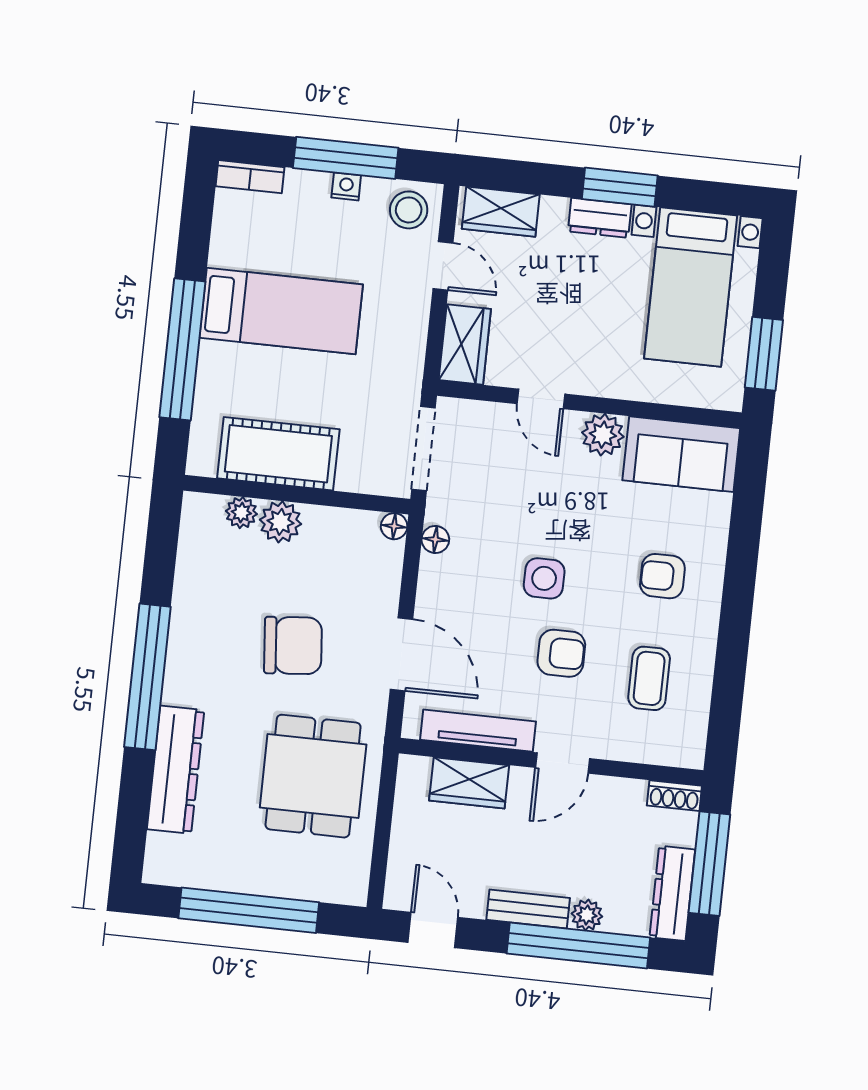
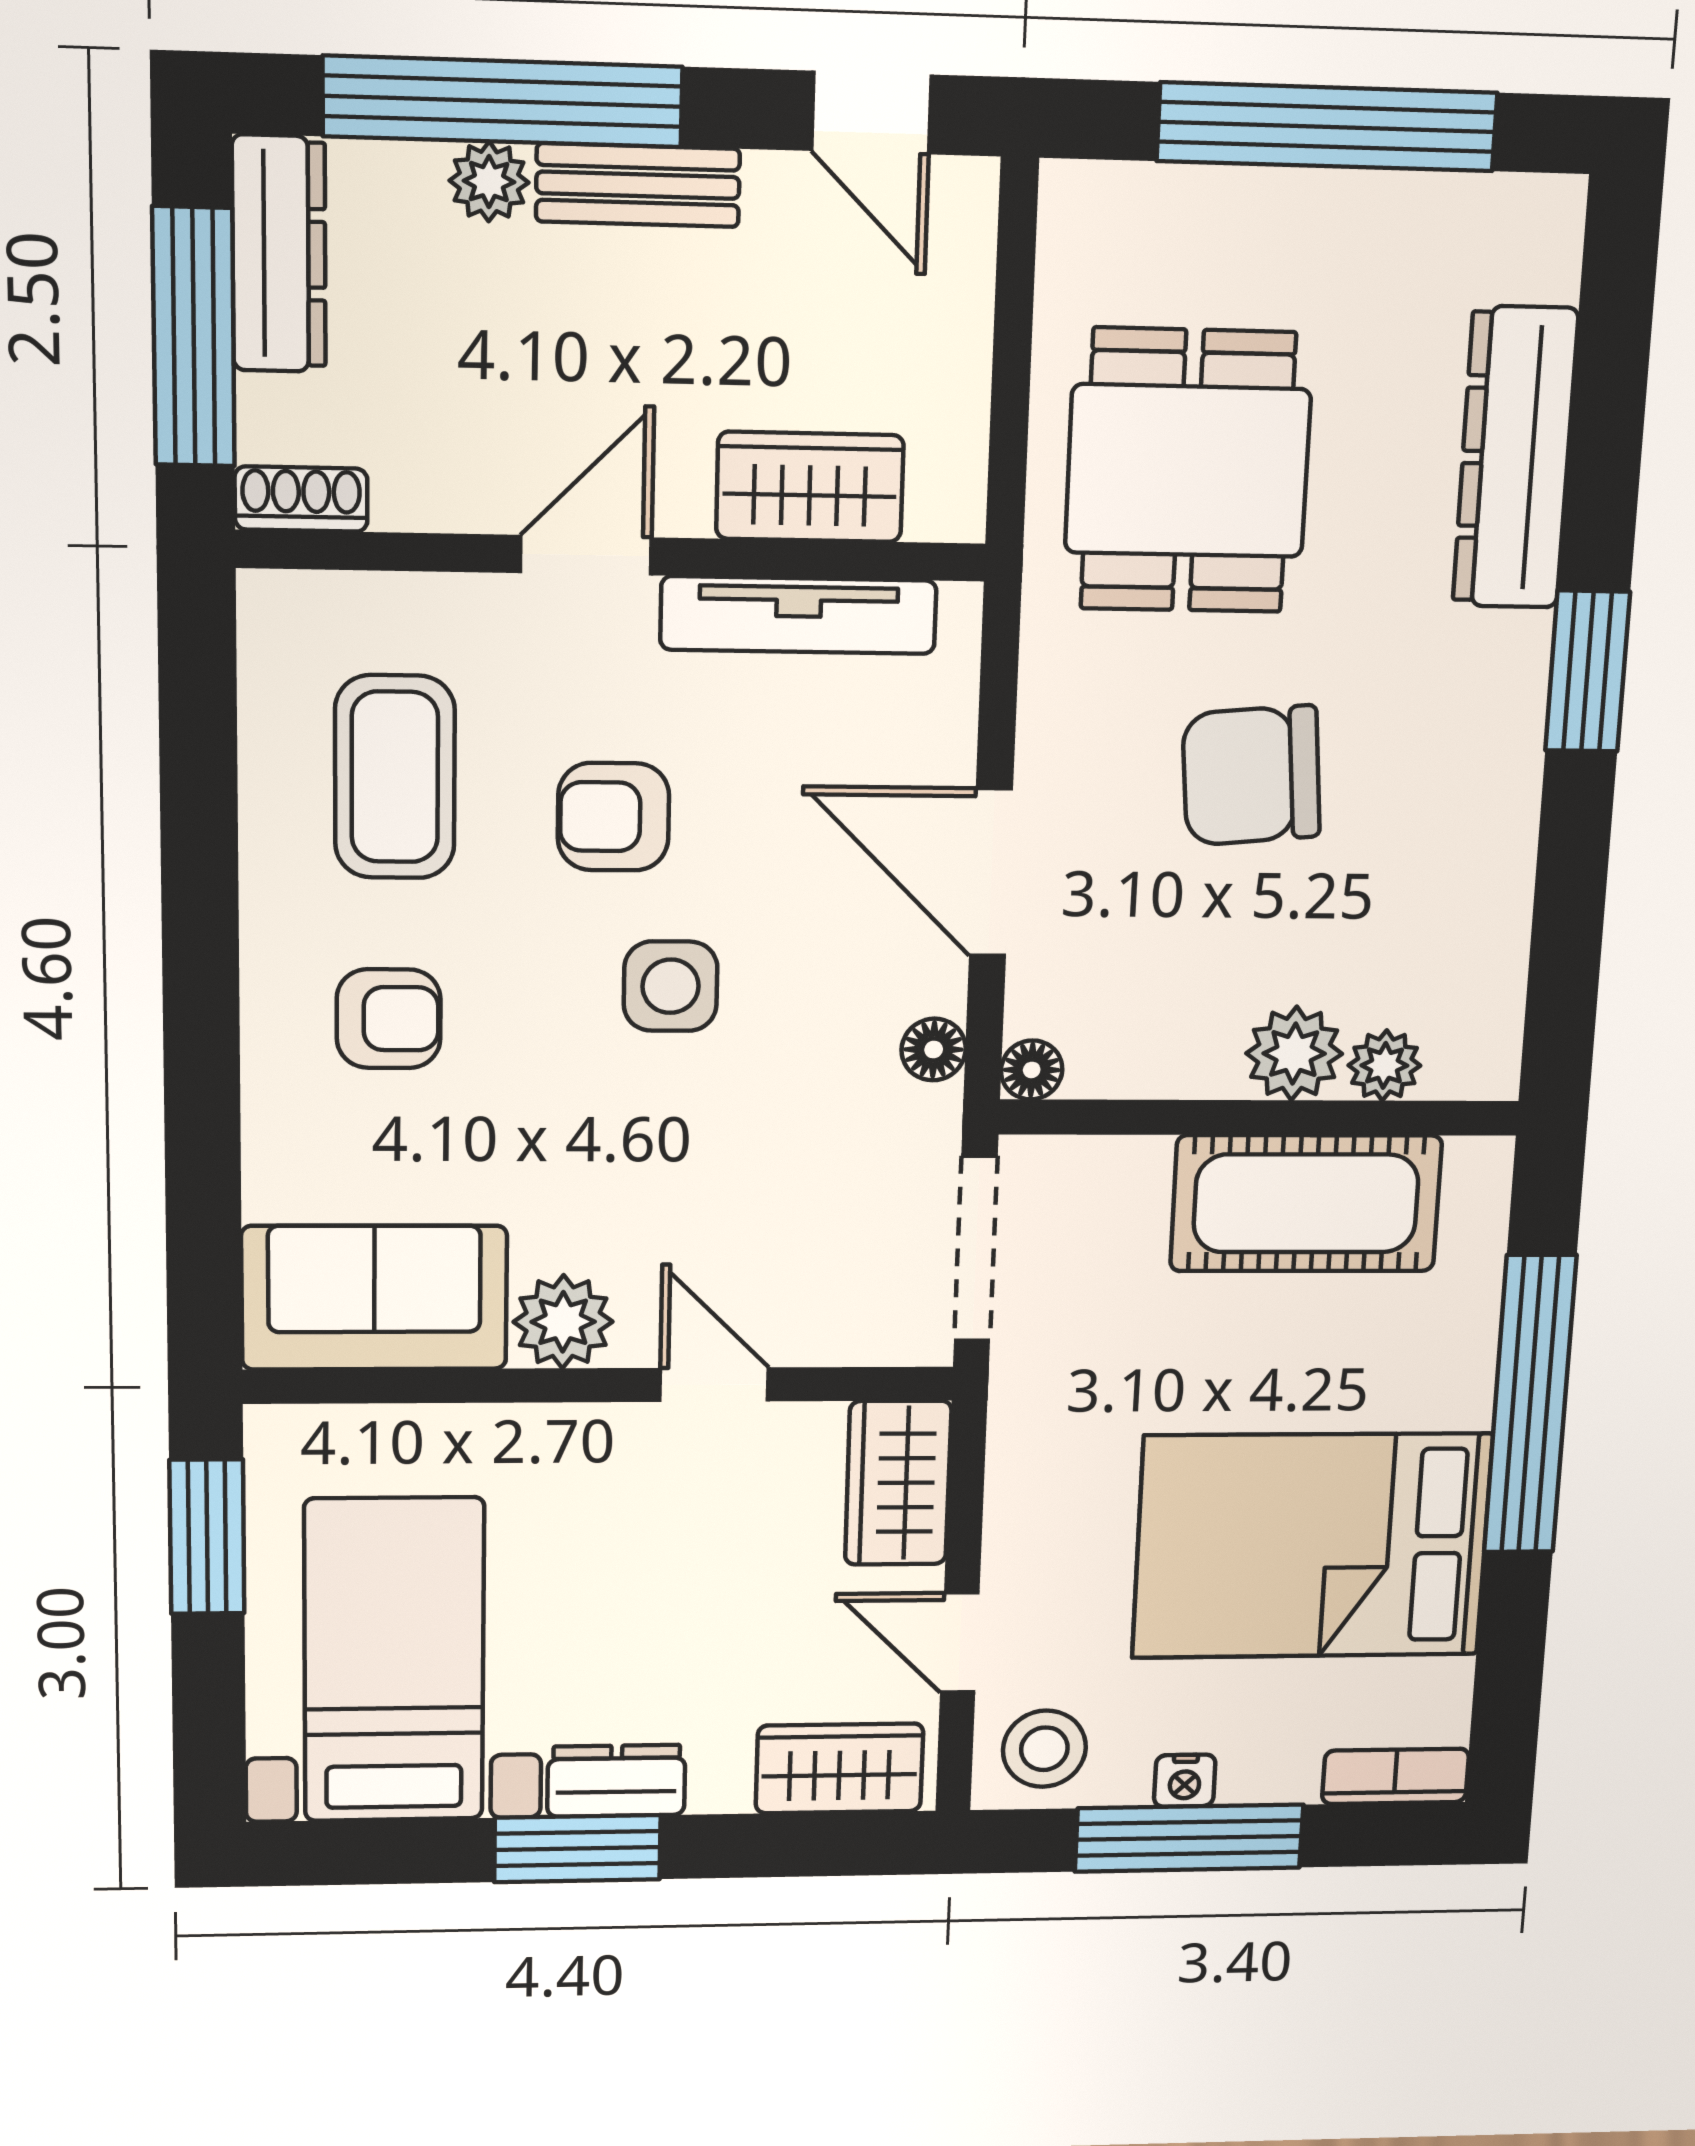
bed: (281, 311) -> (1312, 1546), width x1.50
door: (401, 654) -> (991, 872), moved
window: (147, 677) -> (1588, 671), width x0.47
coffee table: (649, 678) -> (395, 777), width x1.36, depth x1.30

